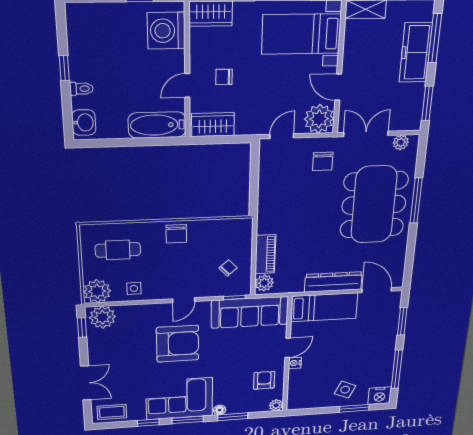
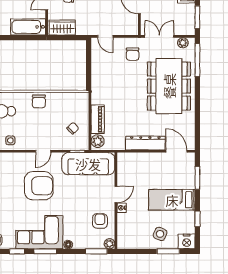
plant: (319, 119) -> (129, 26), removed
door: (282, 136) -> (105, 36), swing flipped
window: (416, 201) -> (197, 60), moved
bed: (324, 307) -> (172, 200), moved, turned 180
window: (397, 369) -> (197, 219), width x0.46
window: (233, 417) -> (96, 251), moved

